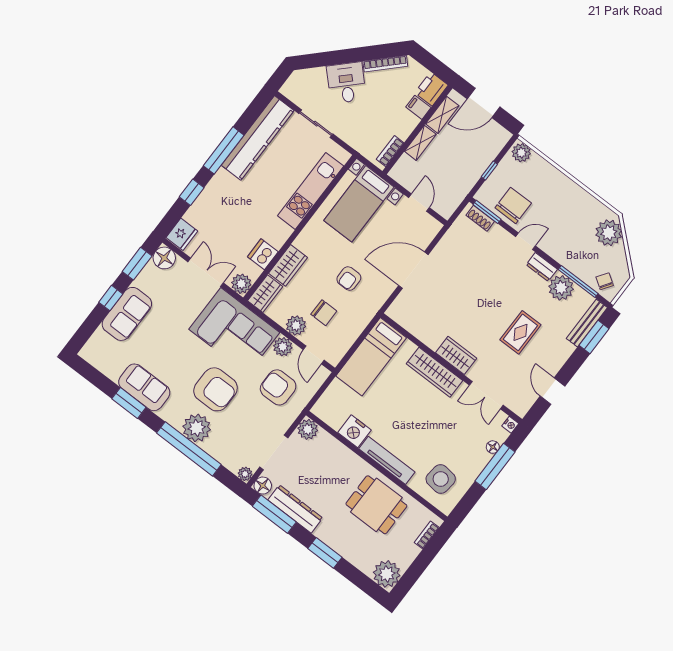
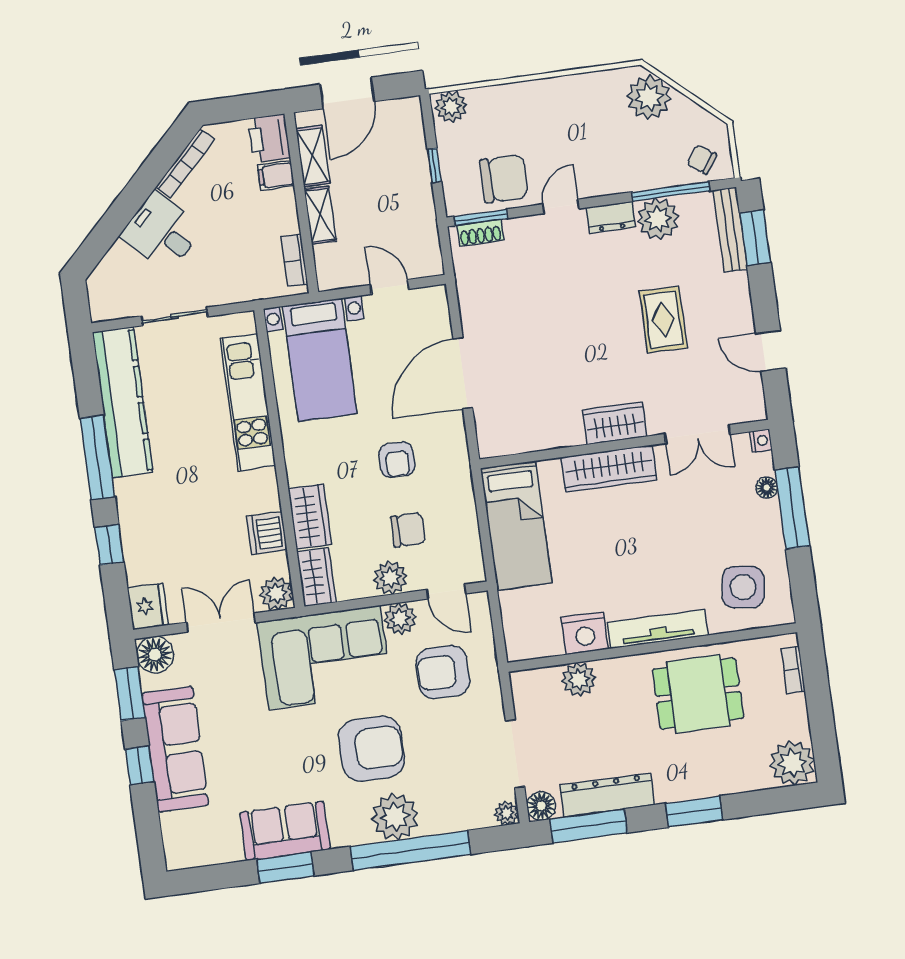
chair: (513, 205) -> (504, 179), turned 90
sofa: (127, 314) -> (175, 749), width x1.36
plant: (308, 429) -> (579, 679), moved

